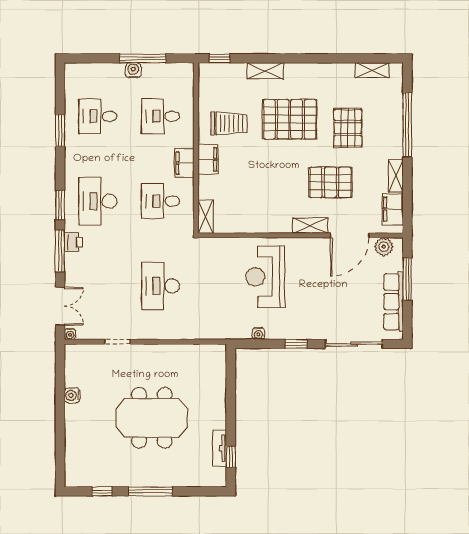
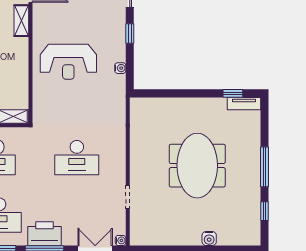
printer: (73, 242) -> (44, 234), width x1.87, depth x1.48
water cooler: (72, 395) -> (209, 239), moved
tv unit: (220, 448) -> (244, 104), moved

